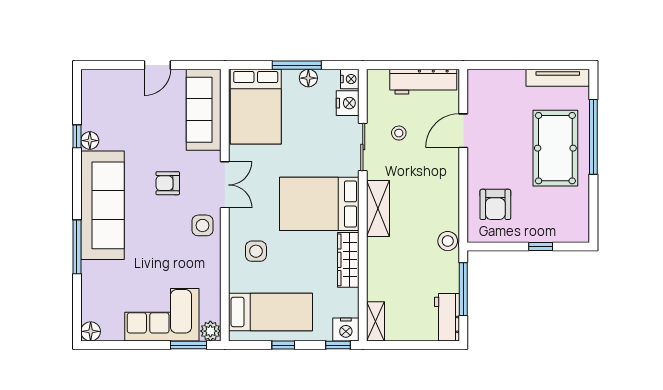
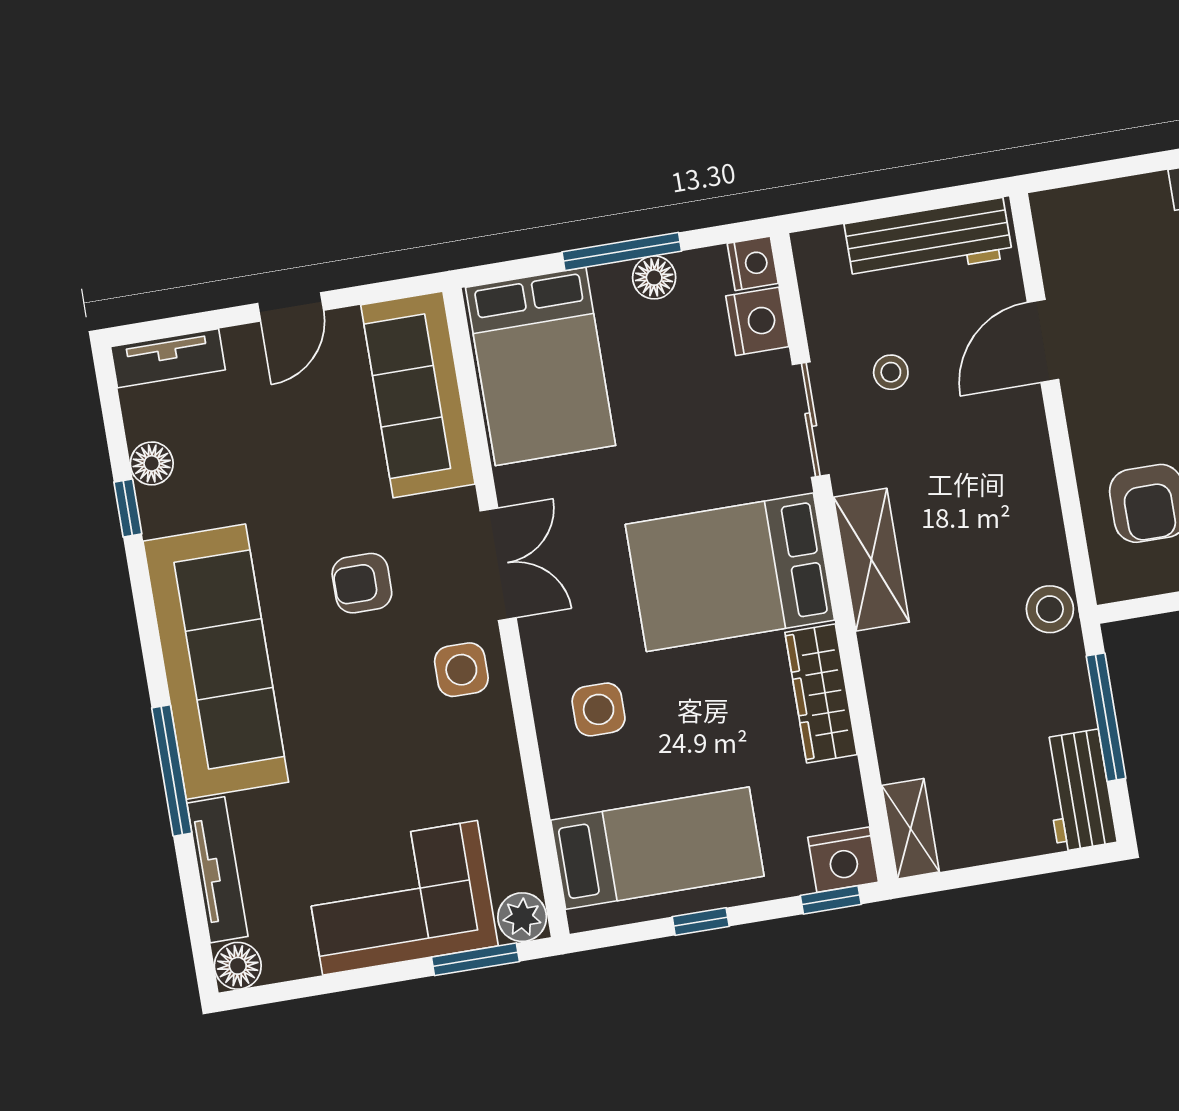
tv unit: (104, 78) -> (168, 358), added
floor lamp: (90, 141) -> (152, 463), moved
tv unit: (89, 291) -> (217, 870), added

